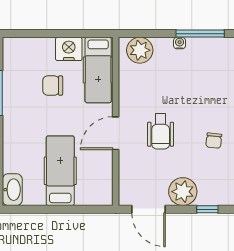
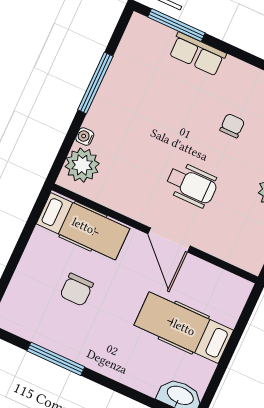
water cooler: (180, 43) -> (85, 137), moved
nightstand: (69, 49) -> (41, 250), removed
chair: (214, 141) -> (232, 126), turned -96

